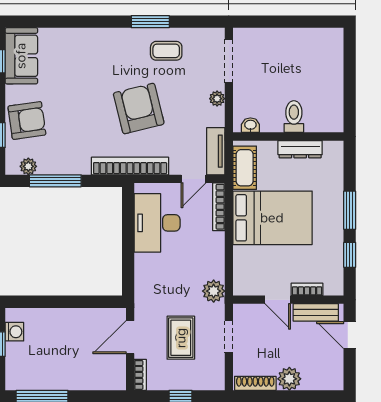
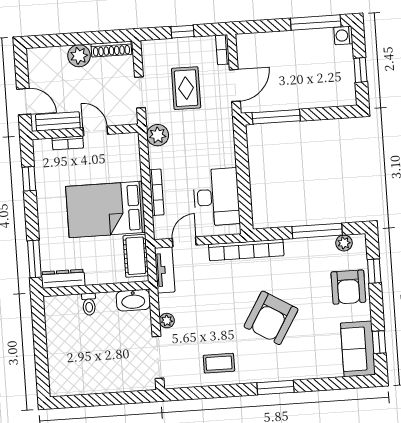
window: (150, 22) -> (275, 388), moved
armchair: (139, 109) -> (271, 318), moved, turned 45
toilet: (294, 117) -> (89, 304), width x0.73, depth x0.72
armchair: (27, 120) -> (348, 287), turned -82
washbasin: (250, 125) -> (133, 300), width x1.91, depth x1.45
dresser: (300, 149) -> (63, 279), moved
bookcase: (219, 207) -> (157, 192), moved
window: (350, 210) -> (34, 259), moved
window: (90, 302) -> (276, 117), added
washing machine: (14, 332) -> (343, 35), moved

